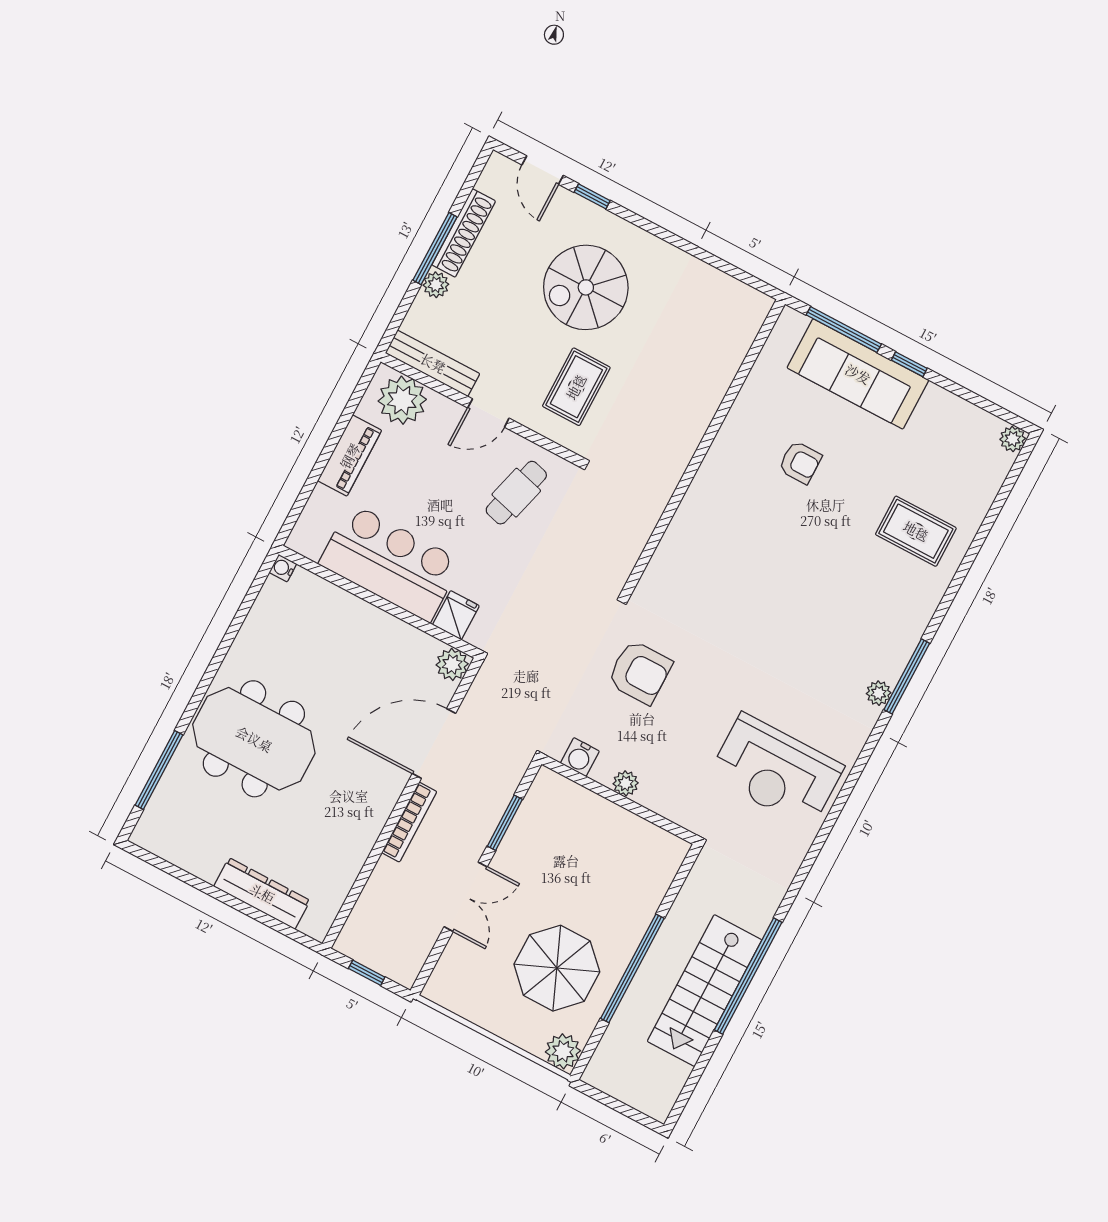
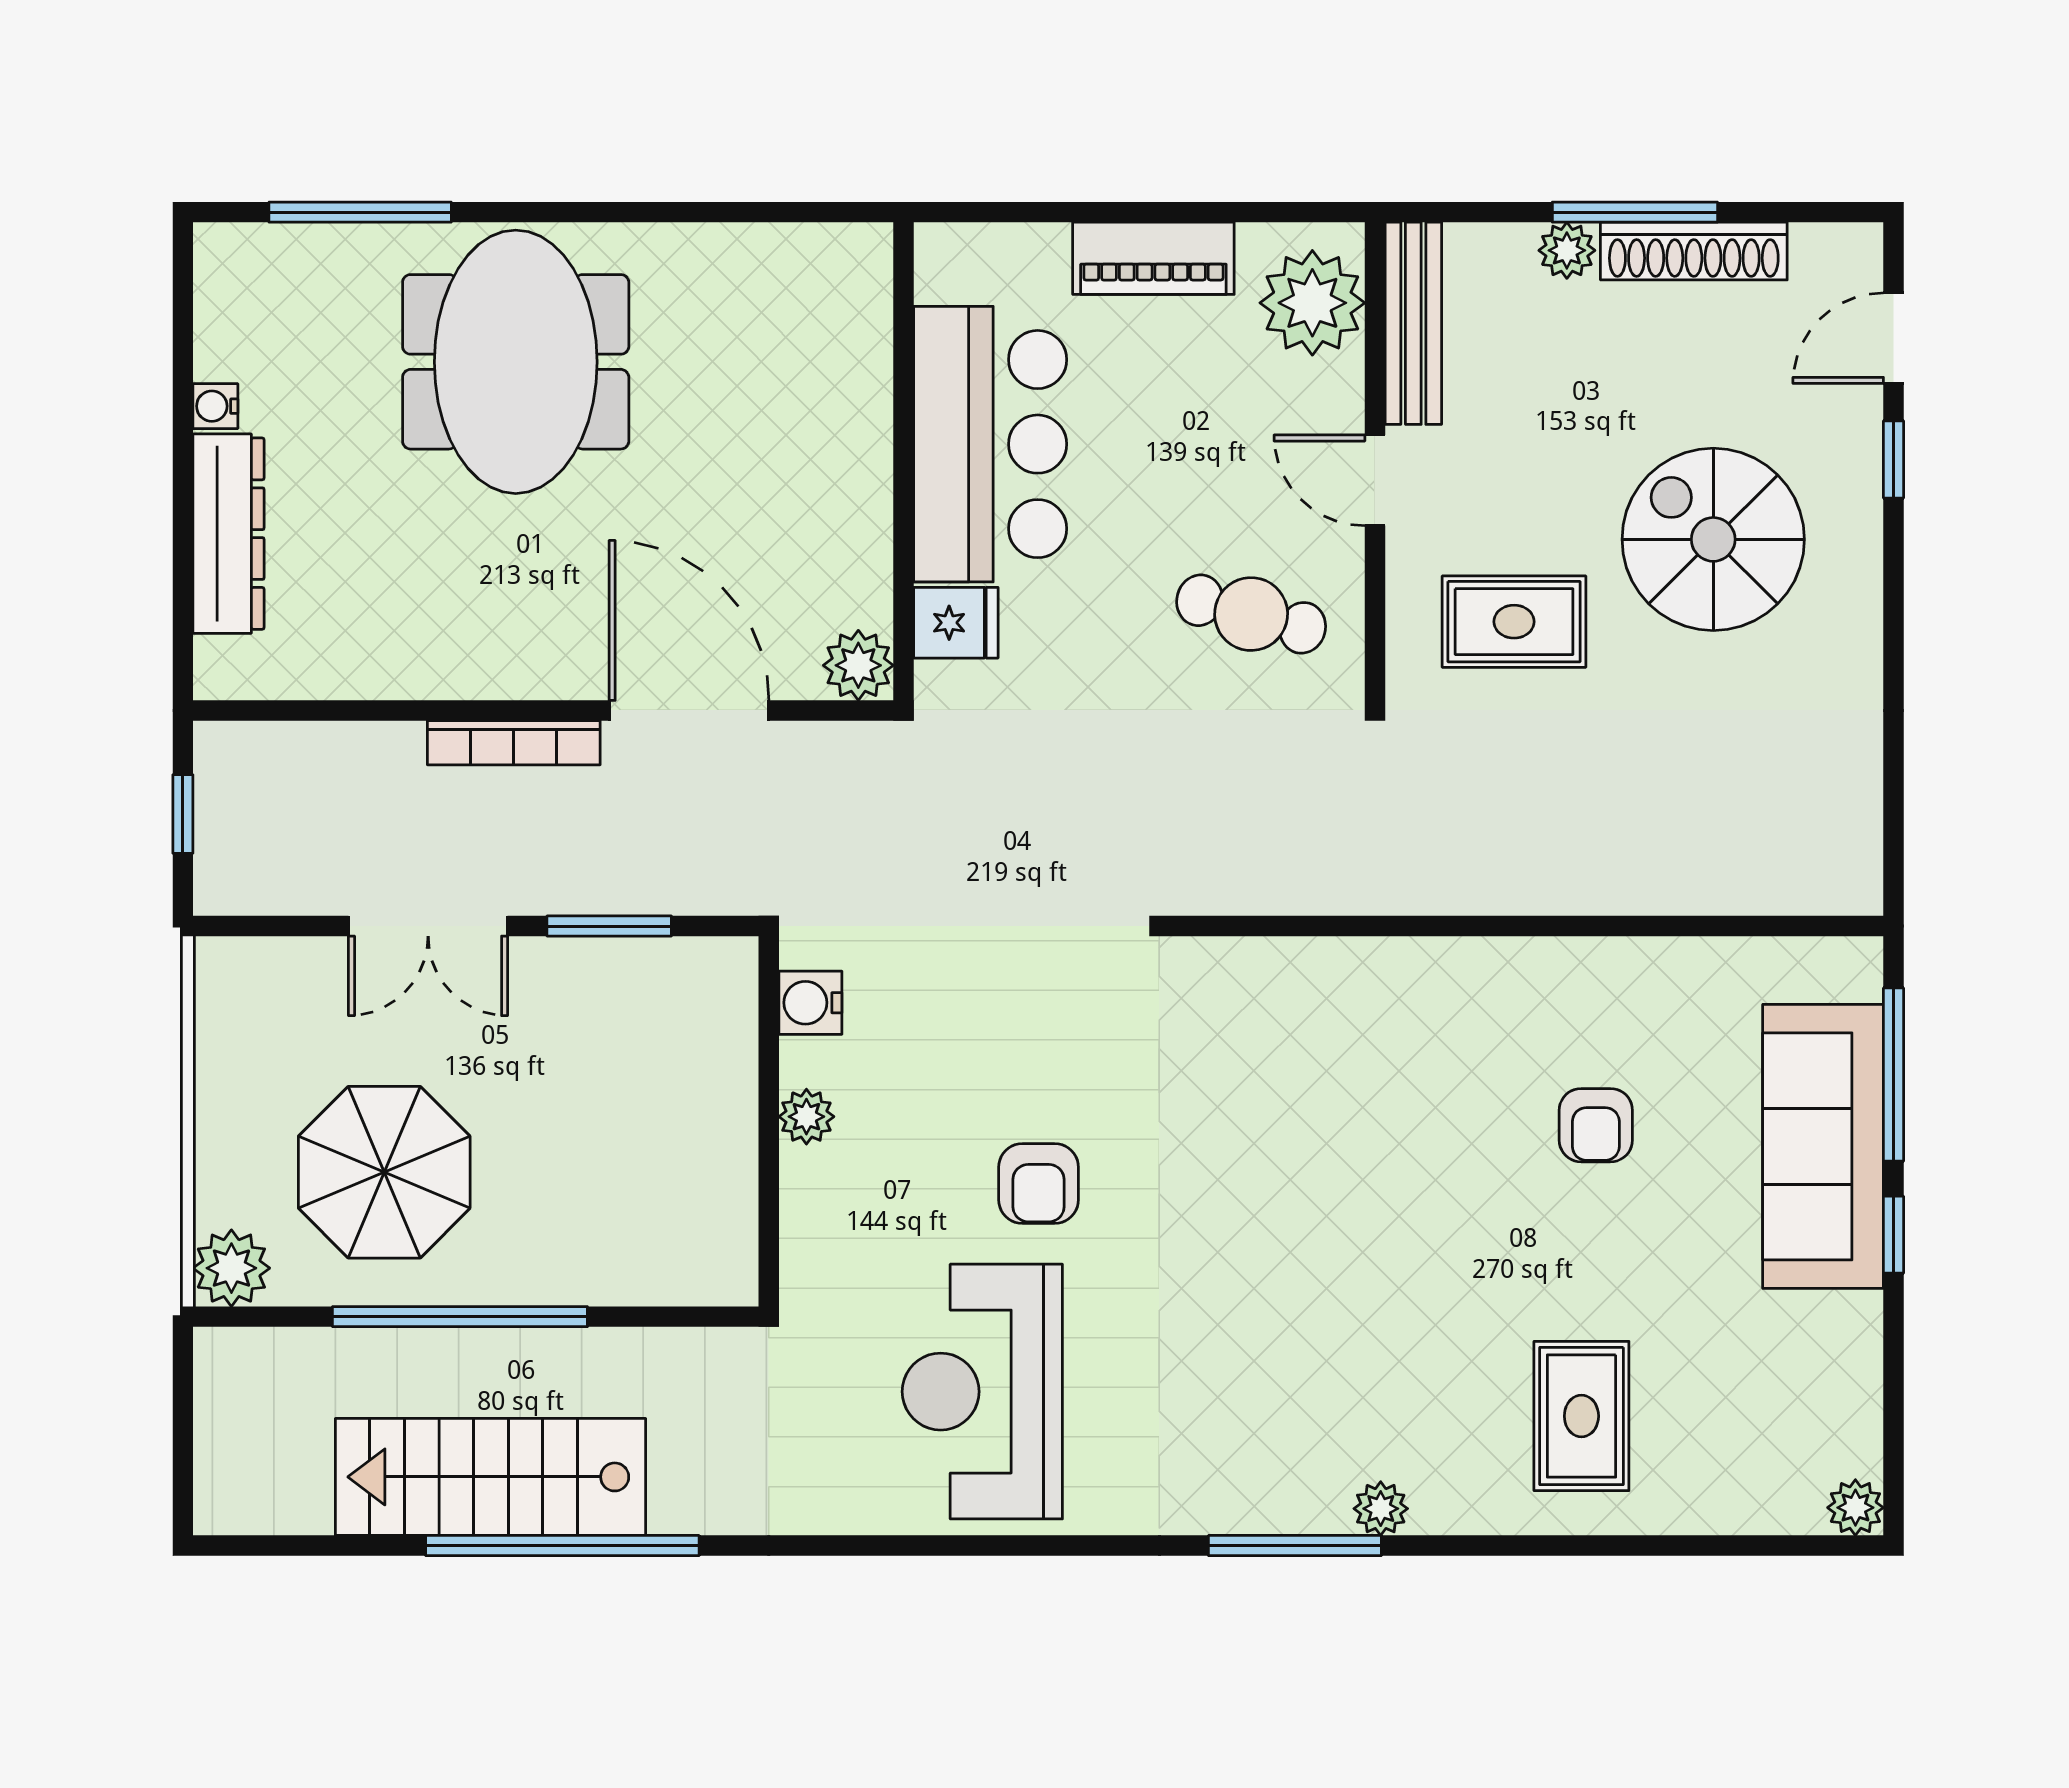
water cooler: (283, 568) -> (215, 406), moved, turned -90
armchair: (640, 672) -> (1039, 1184), moved, width x0.72, depth x0.72
plant: (879, 693) -> (1381, 1509), moved

